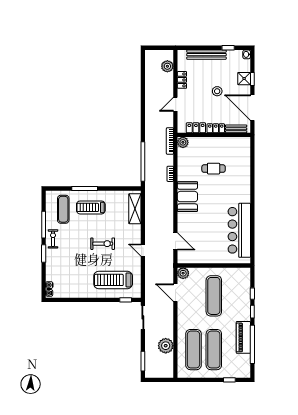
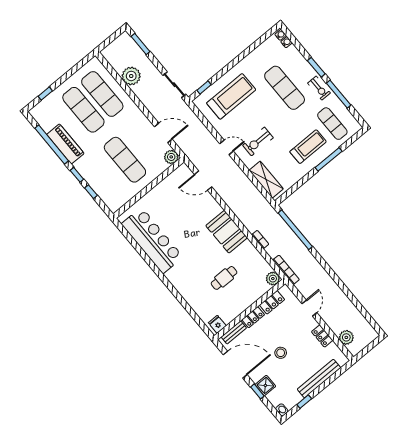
fridge: (242, 143) -> (217, 324), added
exercise bike: (103, 244) -> (258, 142), moved
exercise mat: (75, 257) -> (285, 88), added

